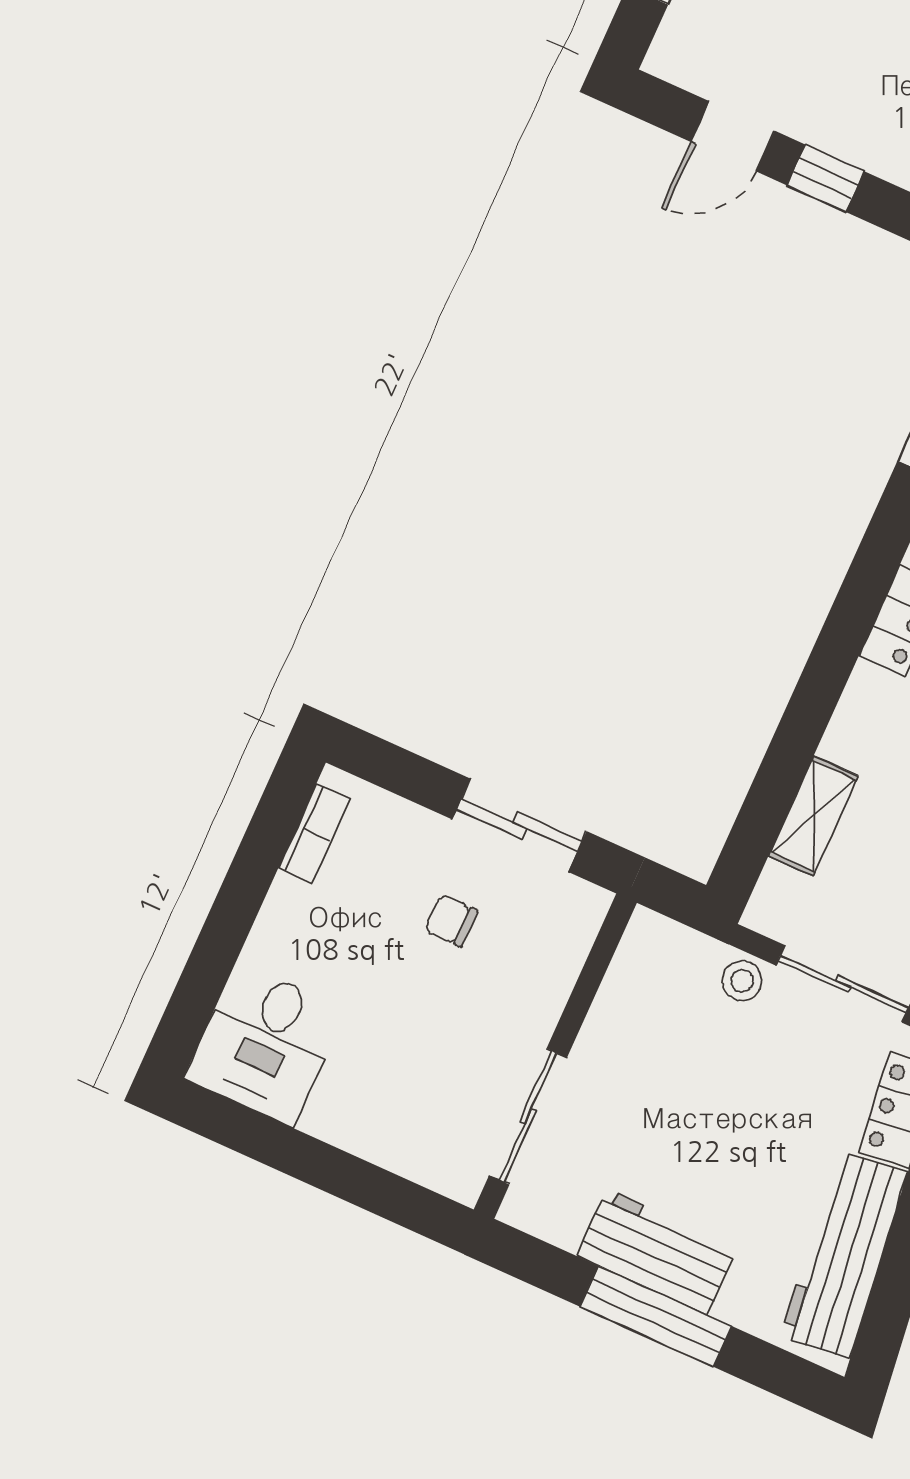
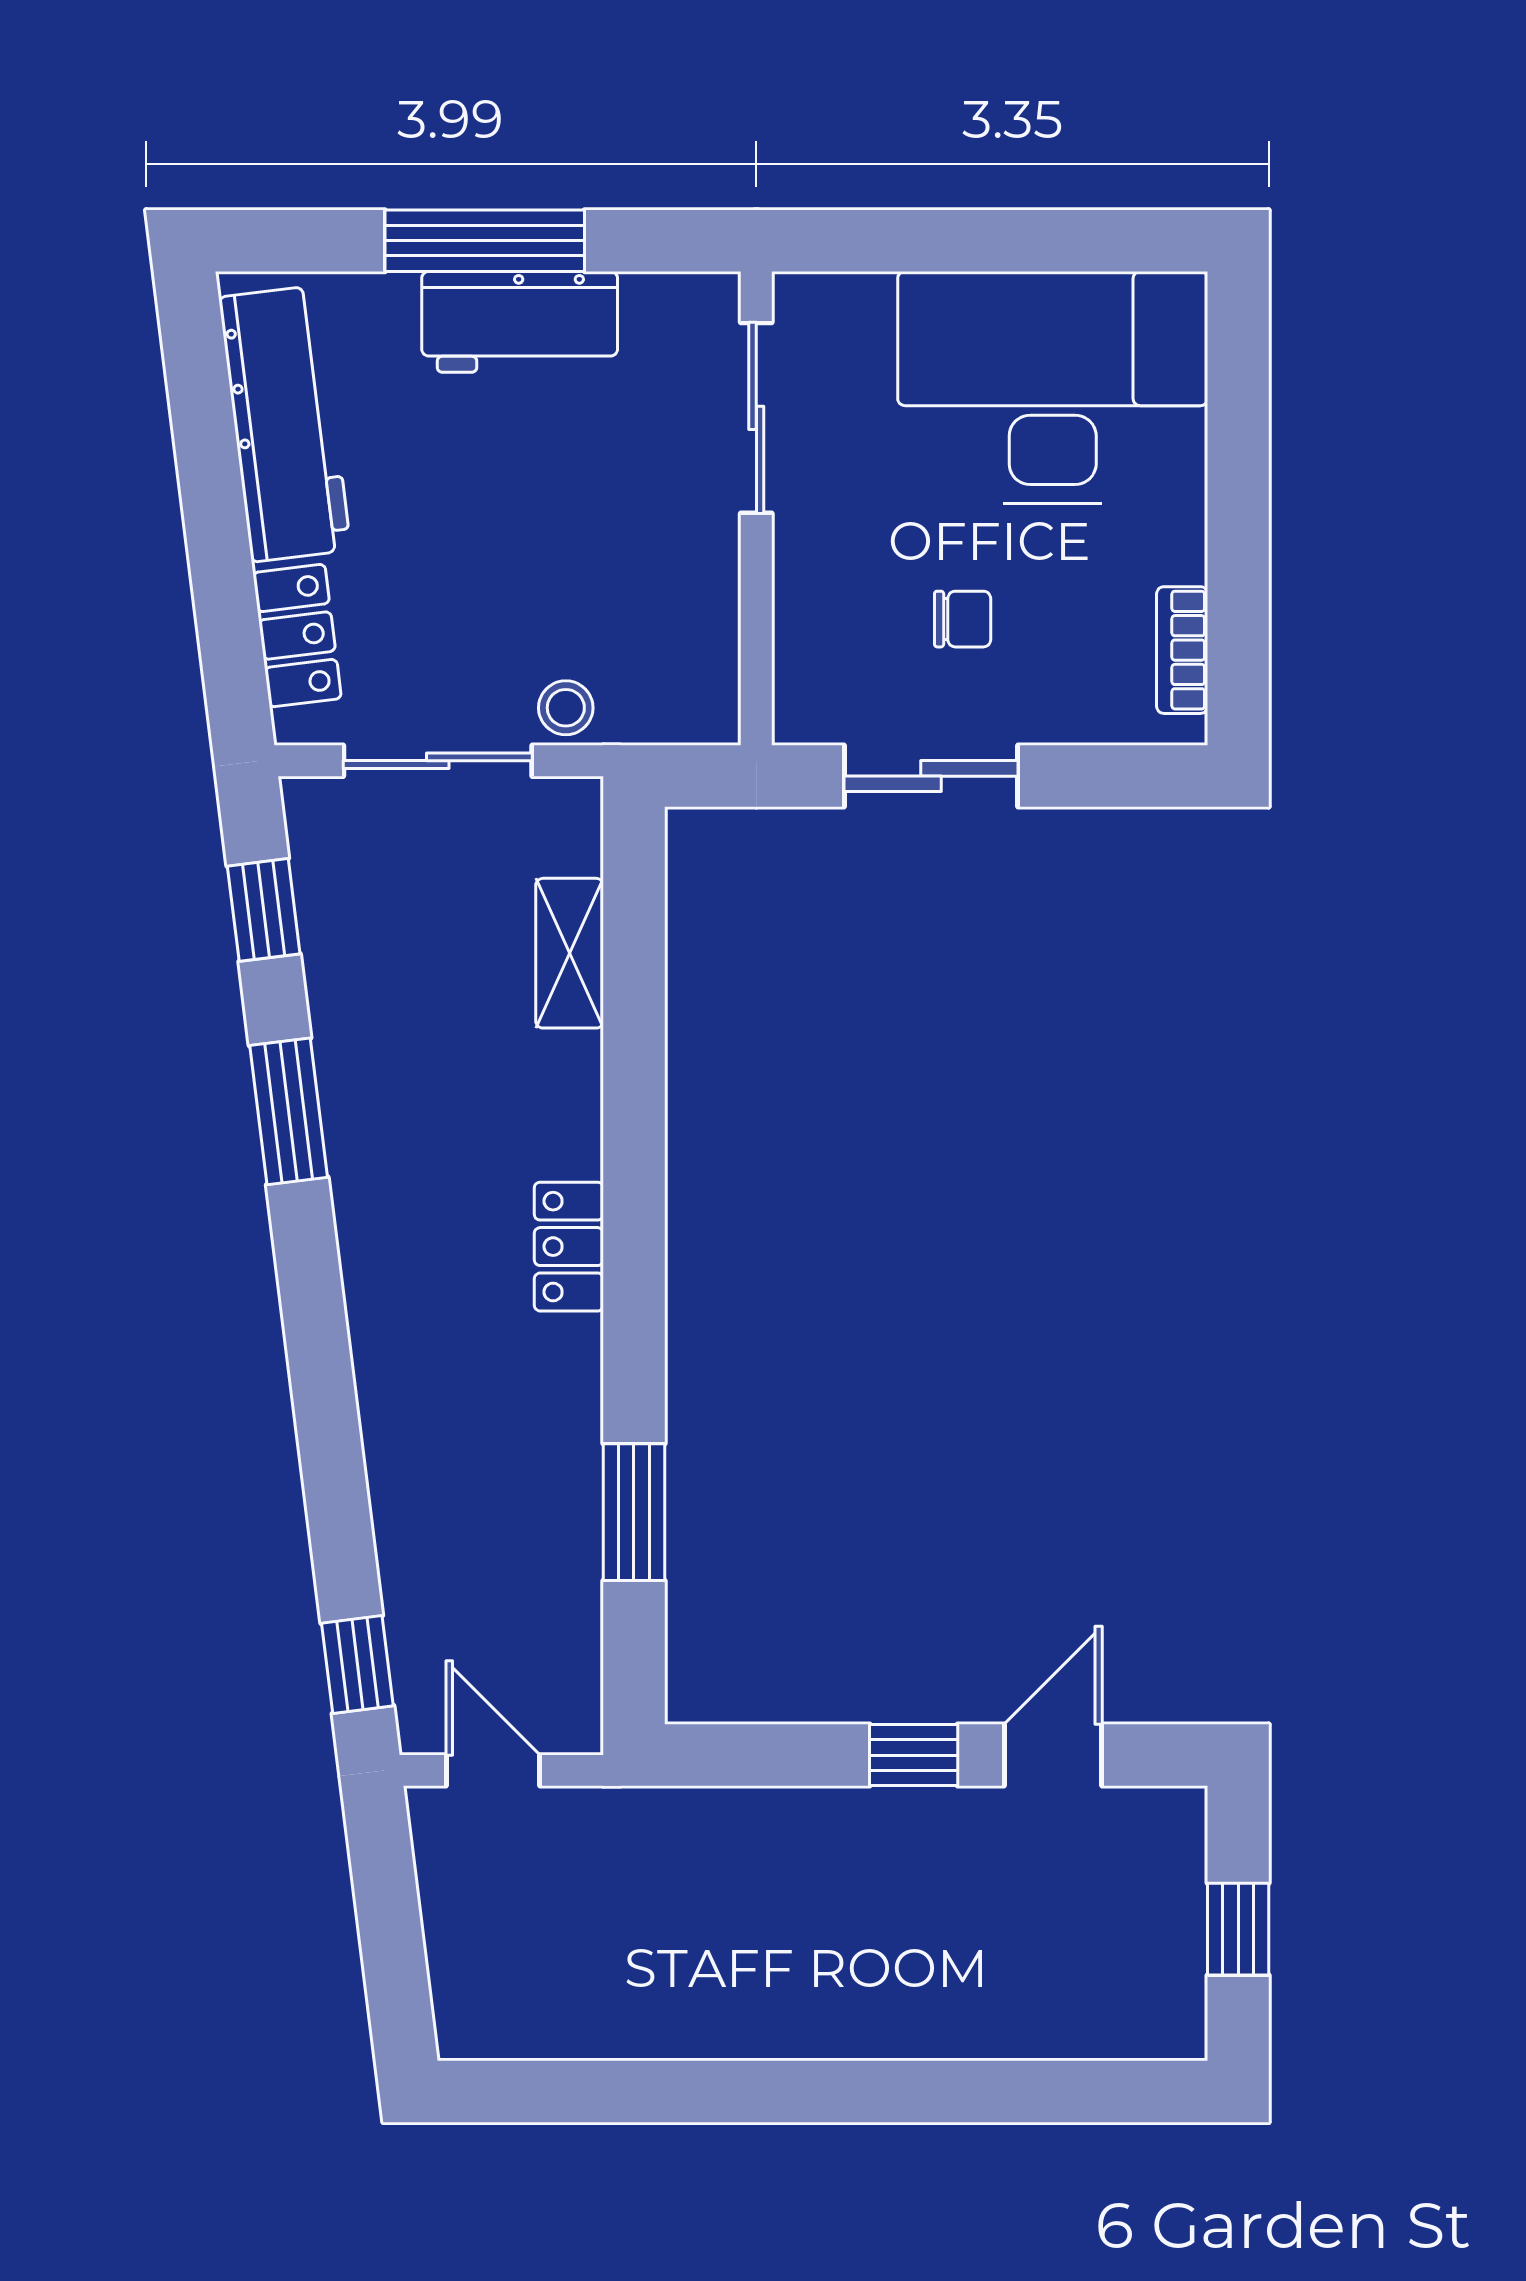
desk: (265, 1044) -> (1053, 387), width x1.87, depth x1.30

